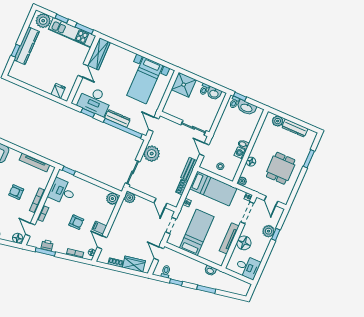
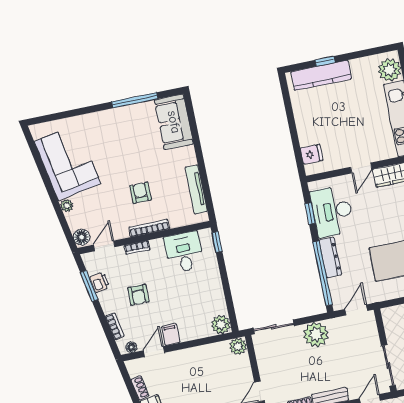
kitchen counter: (27, 46) -> (321, 75), moved
armchair: (76, 222) -> (138, 295), moved

